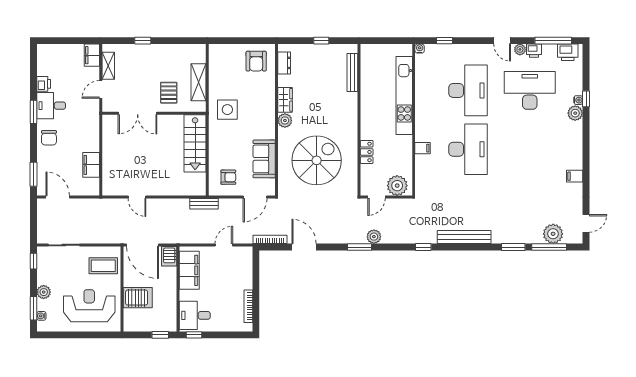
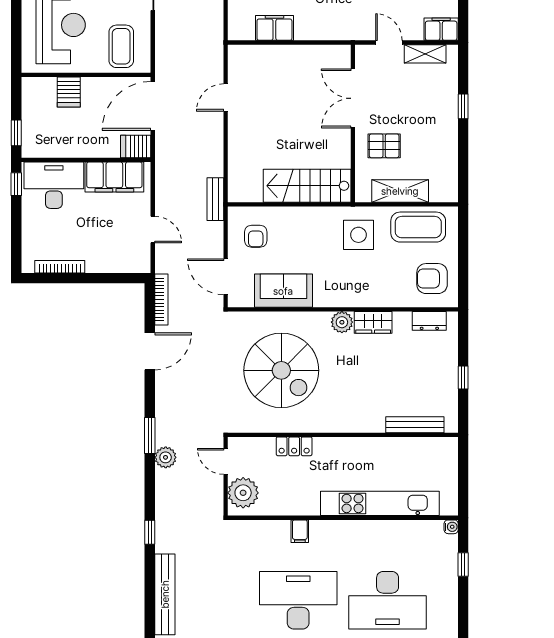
coffee table: (222, 70) -> (418, 227), added
desk: (468, 149) -> (298, 600), turned 180
server rack: (138, 298) -> (69, 92), width x0.73, depth x0.70
desk: (195, 315) -> (54, 185), width x1.37

